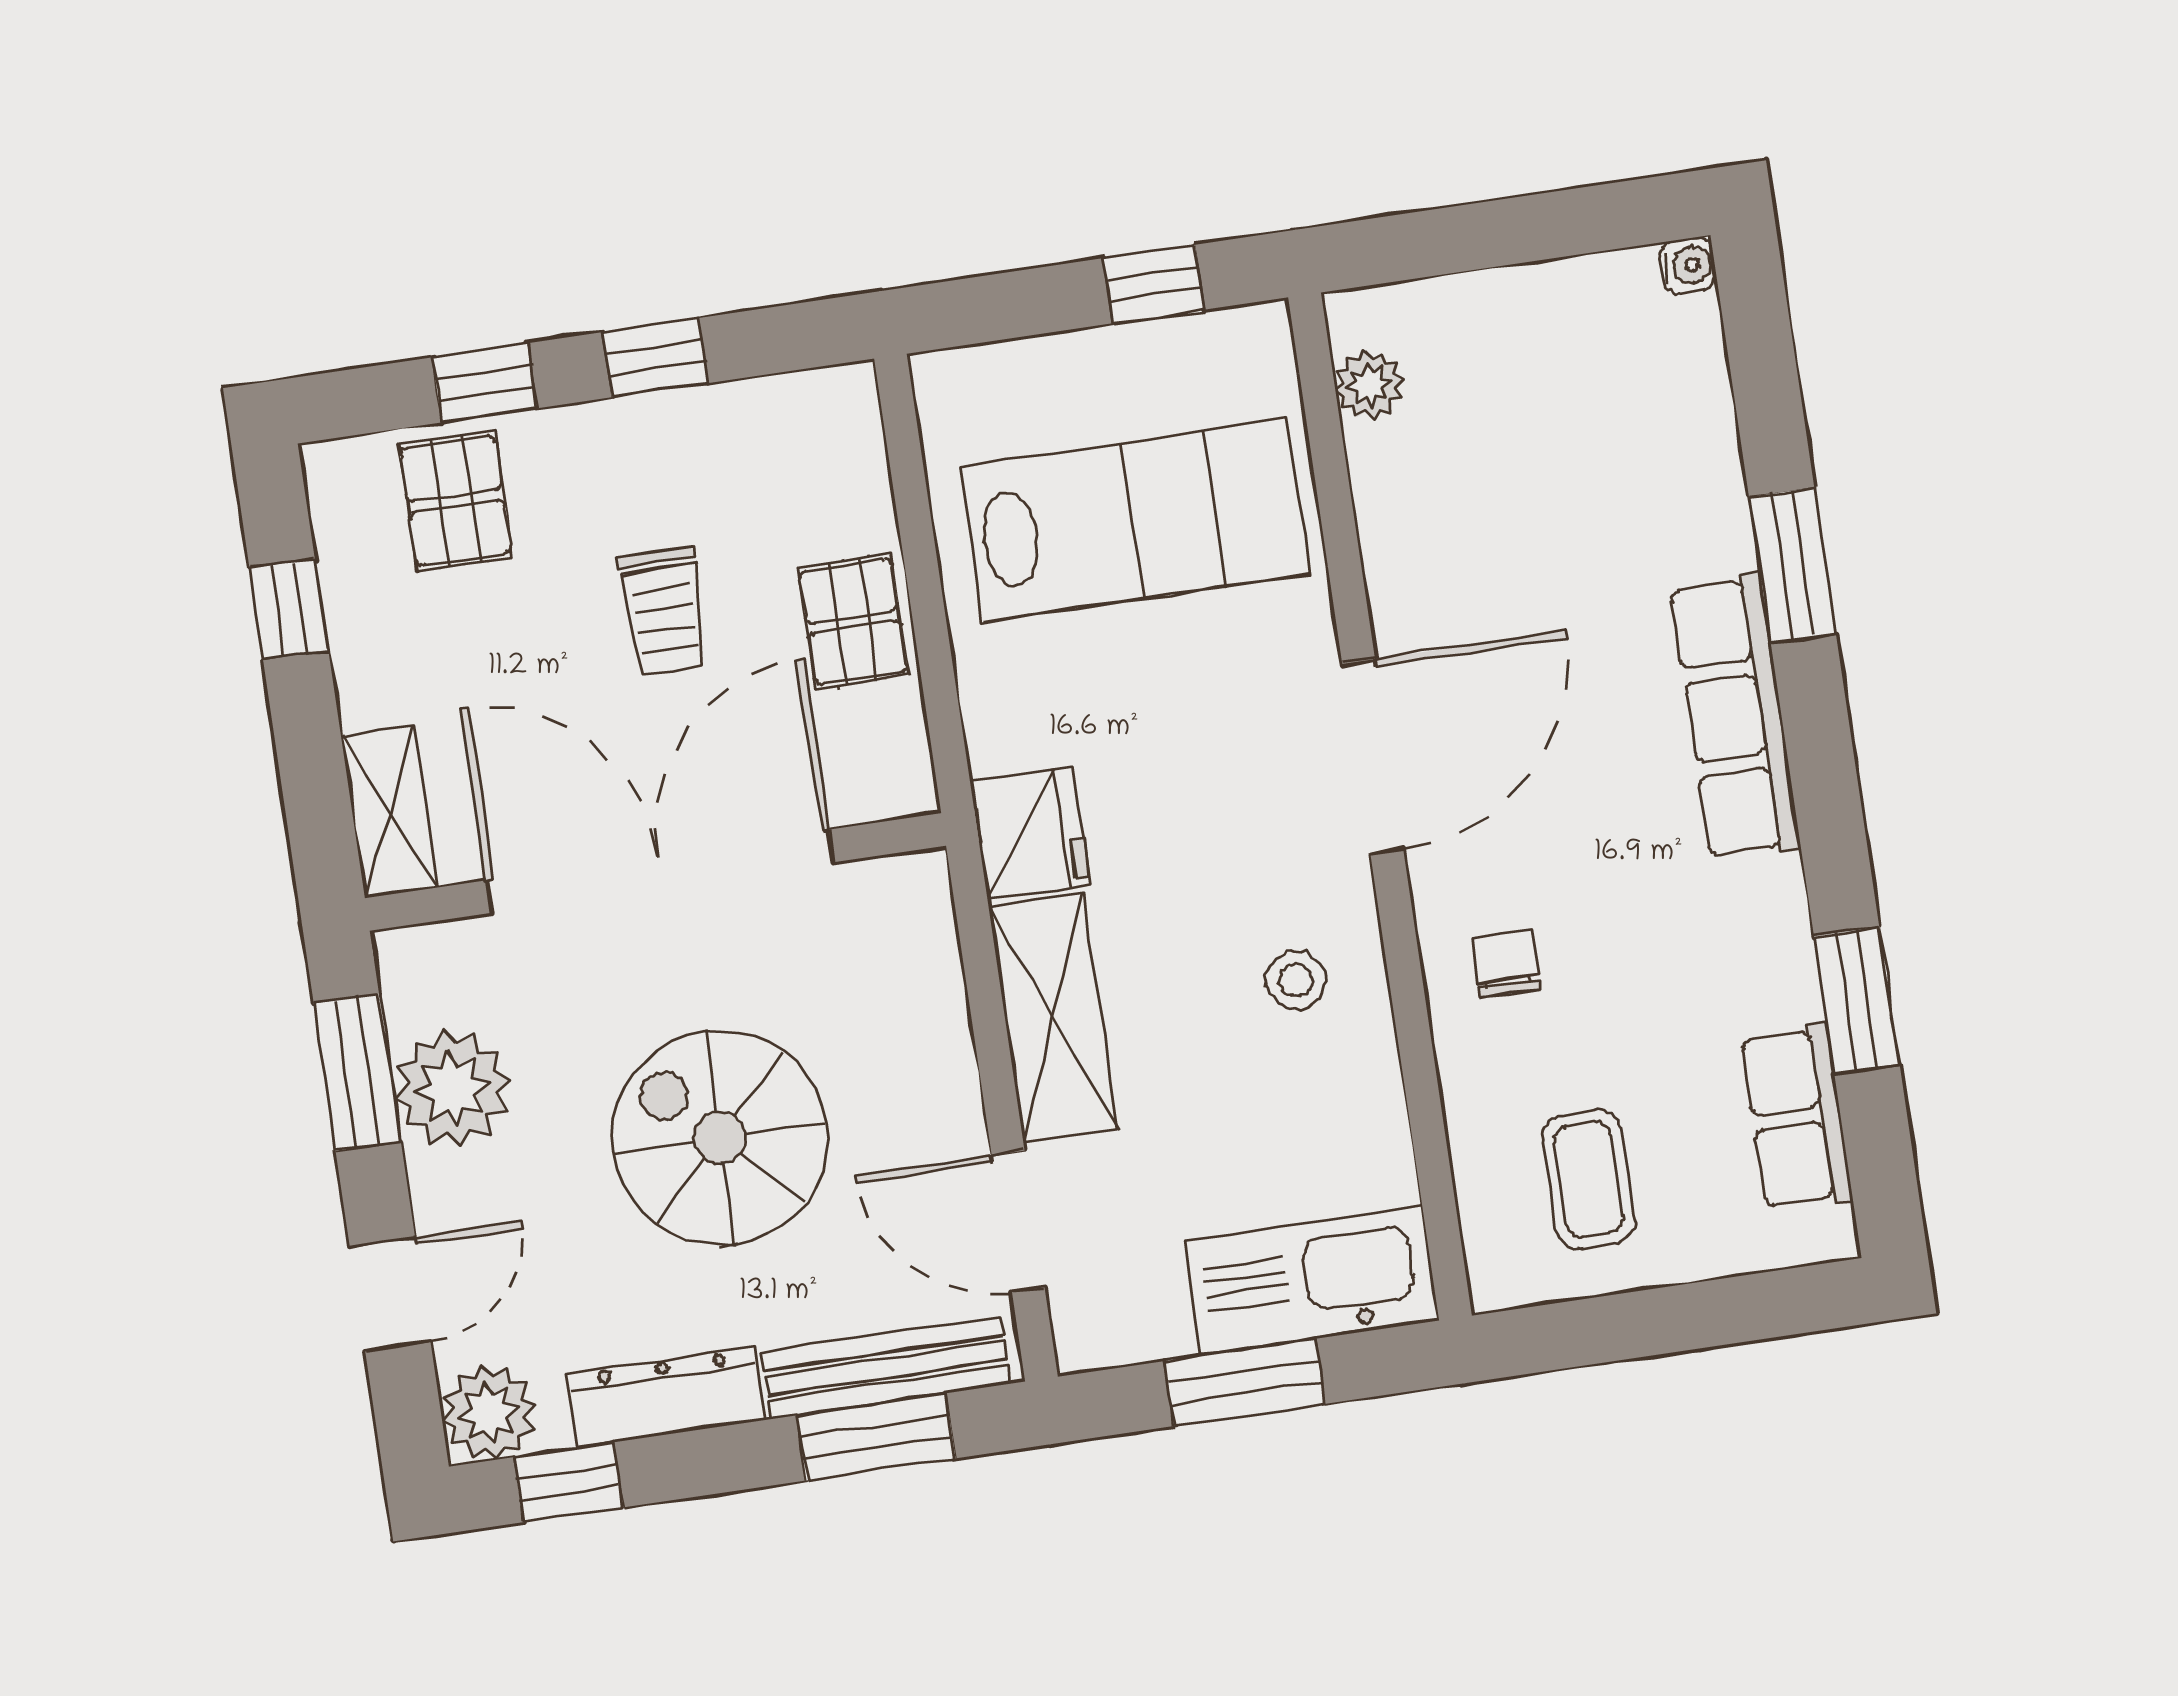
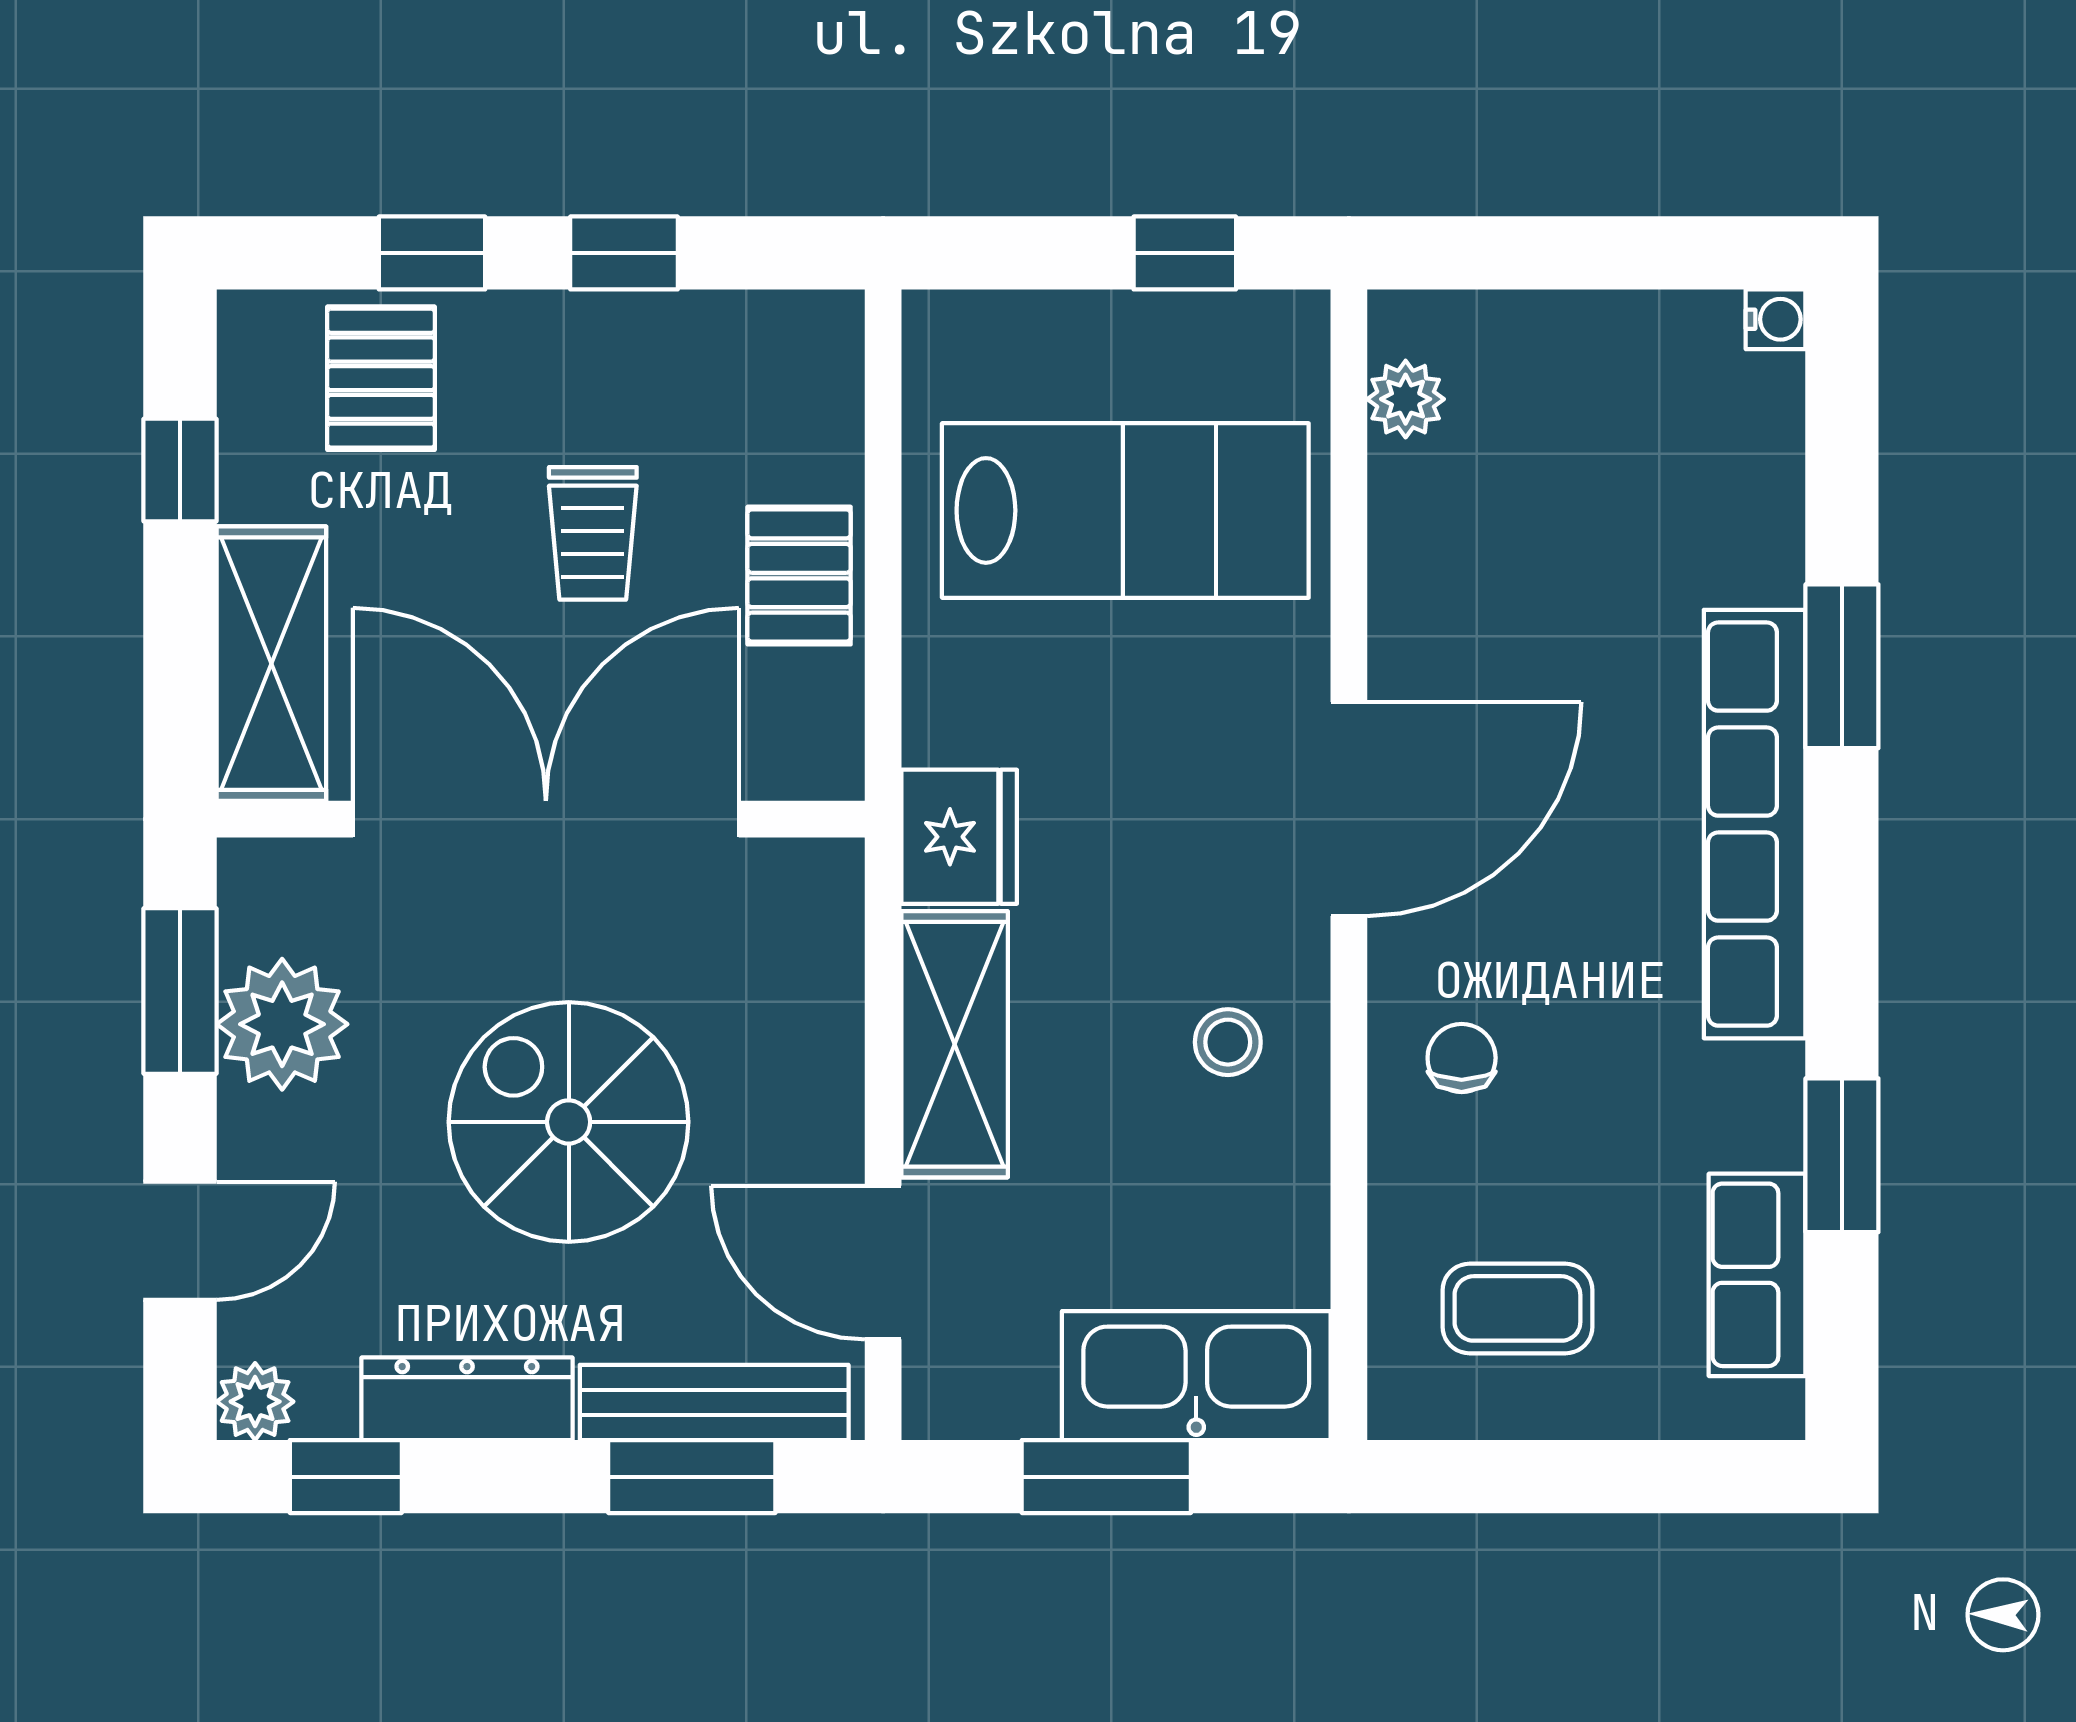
row of seats: (1736, 717) -> (1755, 824), width x1.36
shelving: (389, 812) -> (271, 664), width x1.50, depth x1.33
coffee table: (1588, 1179) -> (1517, 1308), turned 90
plant: (489, 1413) -> (255, 1402), width x0.73, depth x0.73

